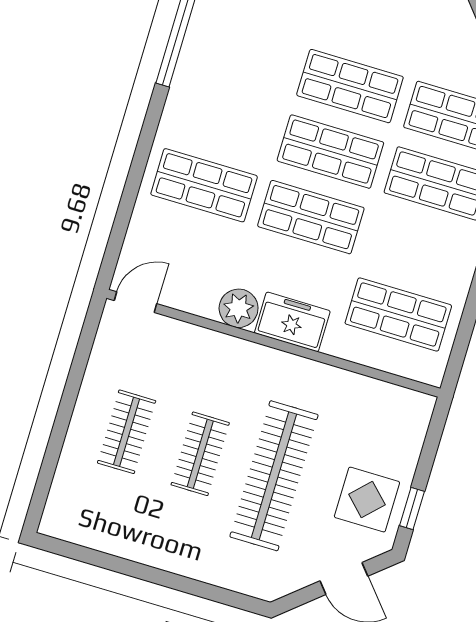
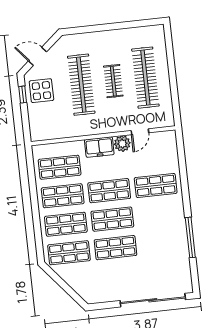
shop shelf: (418, 249) -> (63, 196), added
door: (135, 302) -> (140, 132), moved
clothes rail: (127, 432) -> (145, 78), width x1.86, depth x1.31

